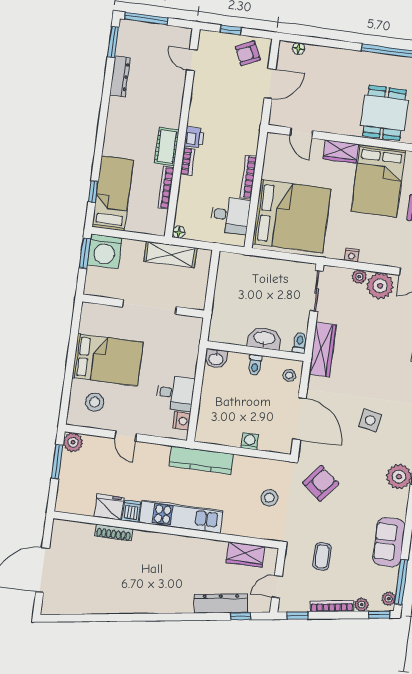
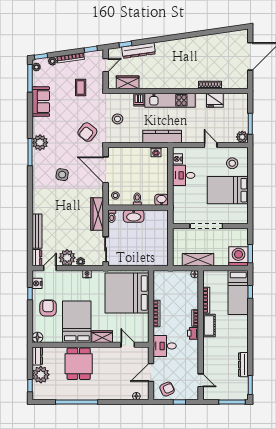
desk: (230, 215) -> (165, 346), moved
washing machine: (250, 441) -> (156, 152), moved
dishwasher: (131, 511) -> (139, 100), moved

